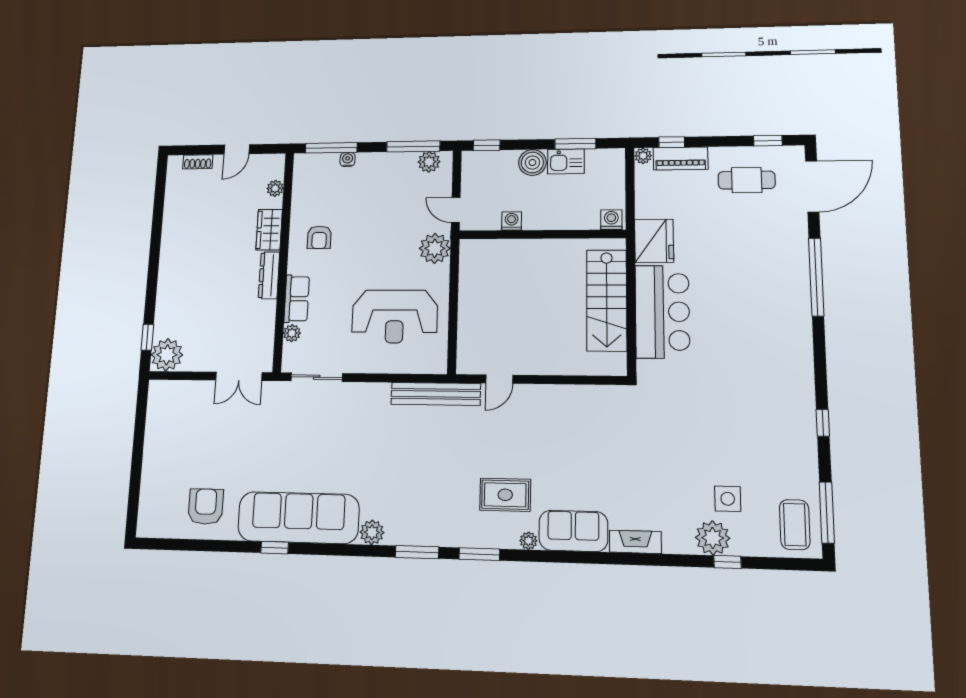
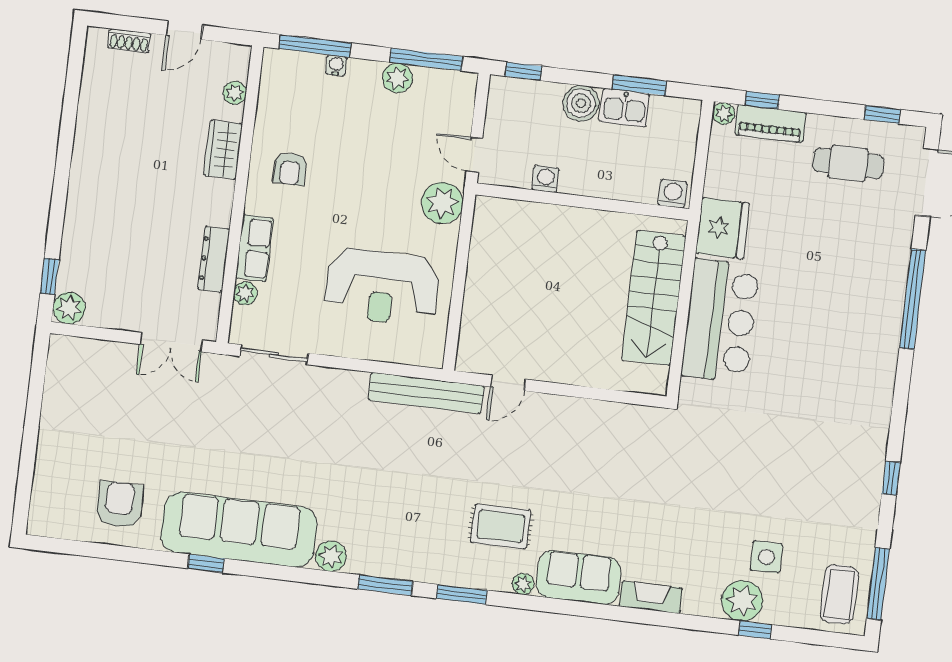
plant: (429, 162) -> (397, 78), moved
dresser: (269, 275) -> (214, 259), moved
plant: (167, 355) -> (69, 308), width x0.73, depth x0.73

